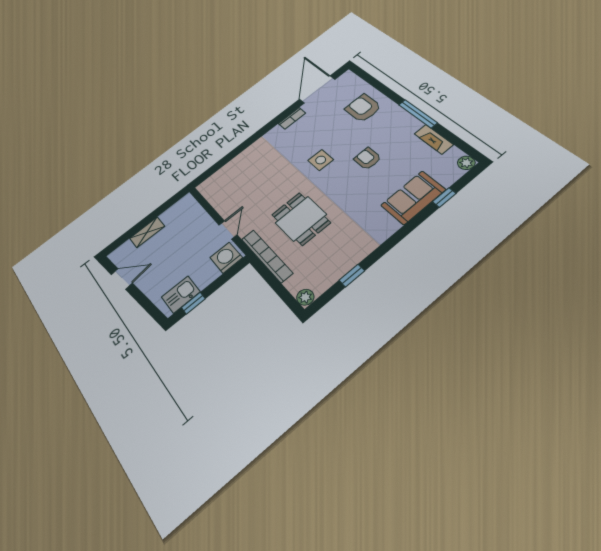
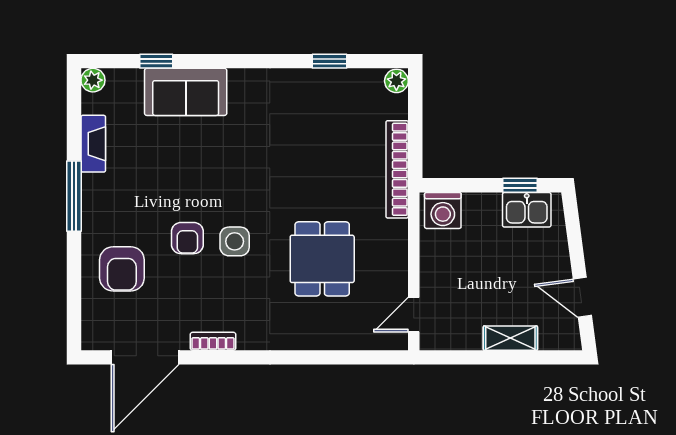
armchair: (367, 159) -> (187, 238), moved
dining table: (301, 219) -> (322, 259), moved
door: (228, 230) -> (414, 315), moved

